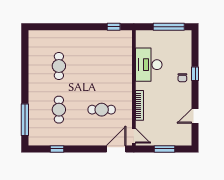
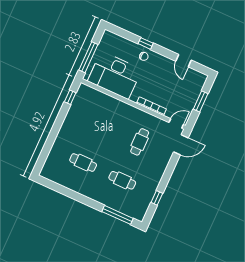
window: (169, 27) -> (88, 57), moved
desk: (149, 65) -> (115, 75), width x1.36, depth x1.30
door: (116, 149) -> (181, 145), swing flipped

